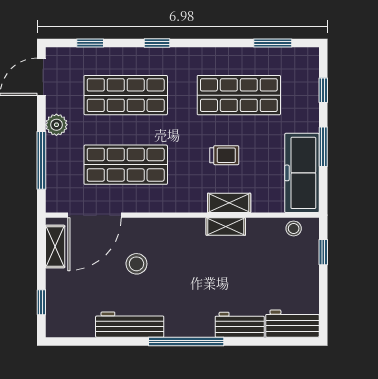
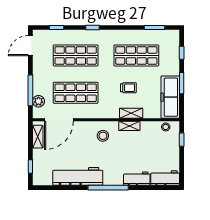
plant: (56, 125) -> (38, 101), moved
stool: (136, 264) -> (103, 136), moved
workbench: (130, 325) -> (78, 176), width x1.36, depth x1.32

